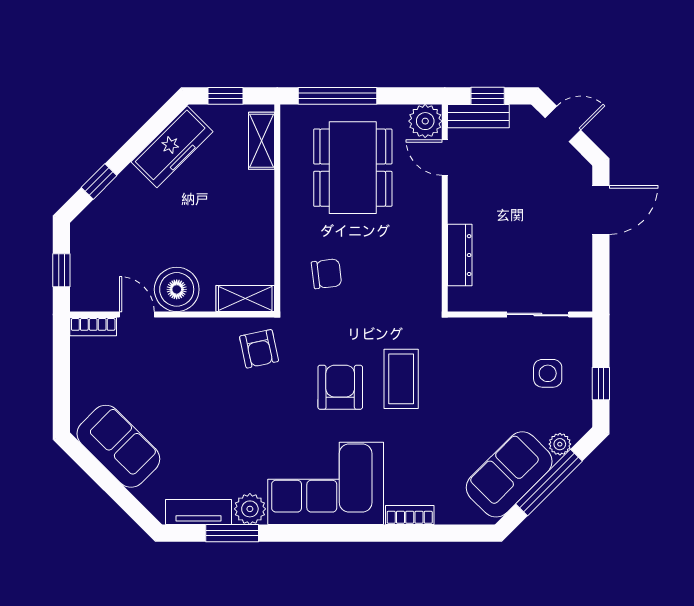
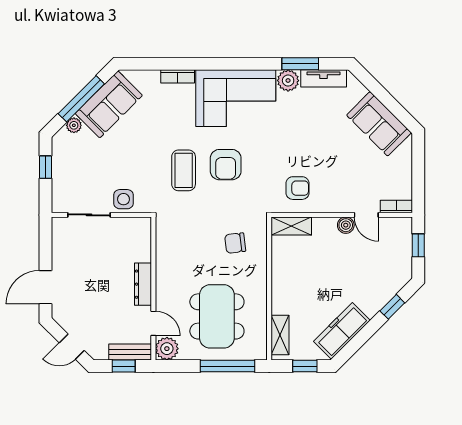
dresser: (460, 255) -> (143, 284), moved
boiler: (177, 289) -> (346, 225), width x0.54, depth x0.54
armchair: (259, 349) -> (297, 188), moved, turned 102
side table: (548, 373) -> (124, 199), moved

